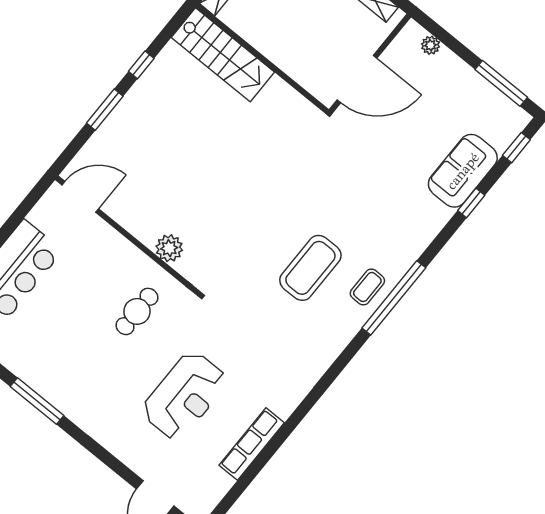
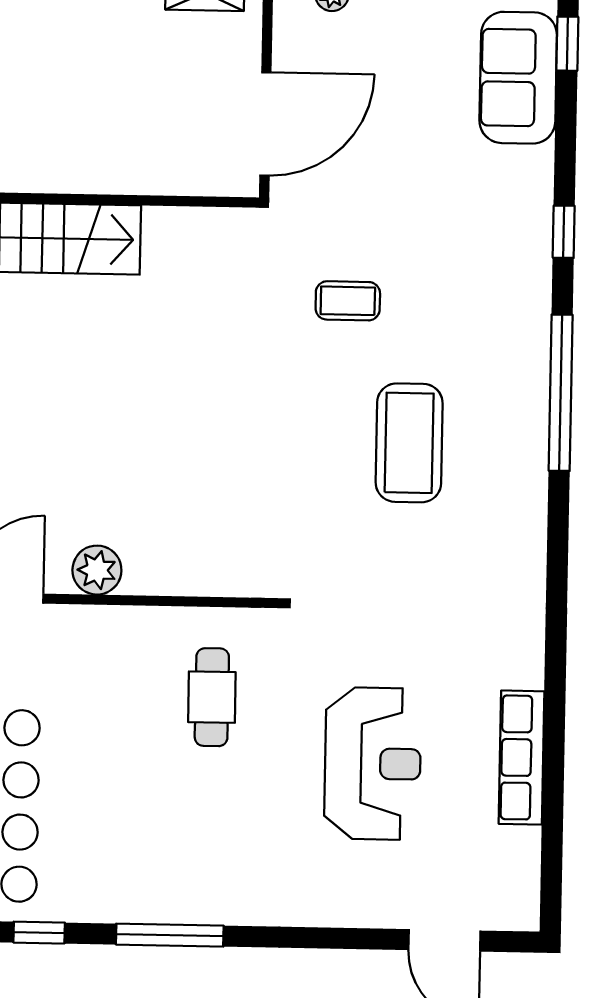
sofa: (463, 171) -> (518, 78), moved
window: (471, 203) -> (564, 232), moved
plant: (169, 248) -> (97, 570), moved
coffee table: (367, 287) -> (348, 301), moved, turned 90

